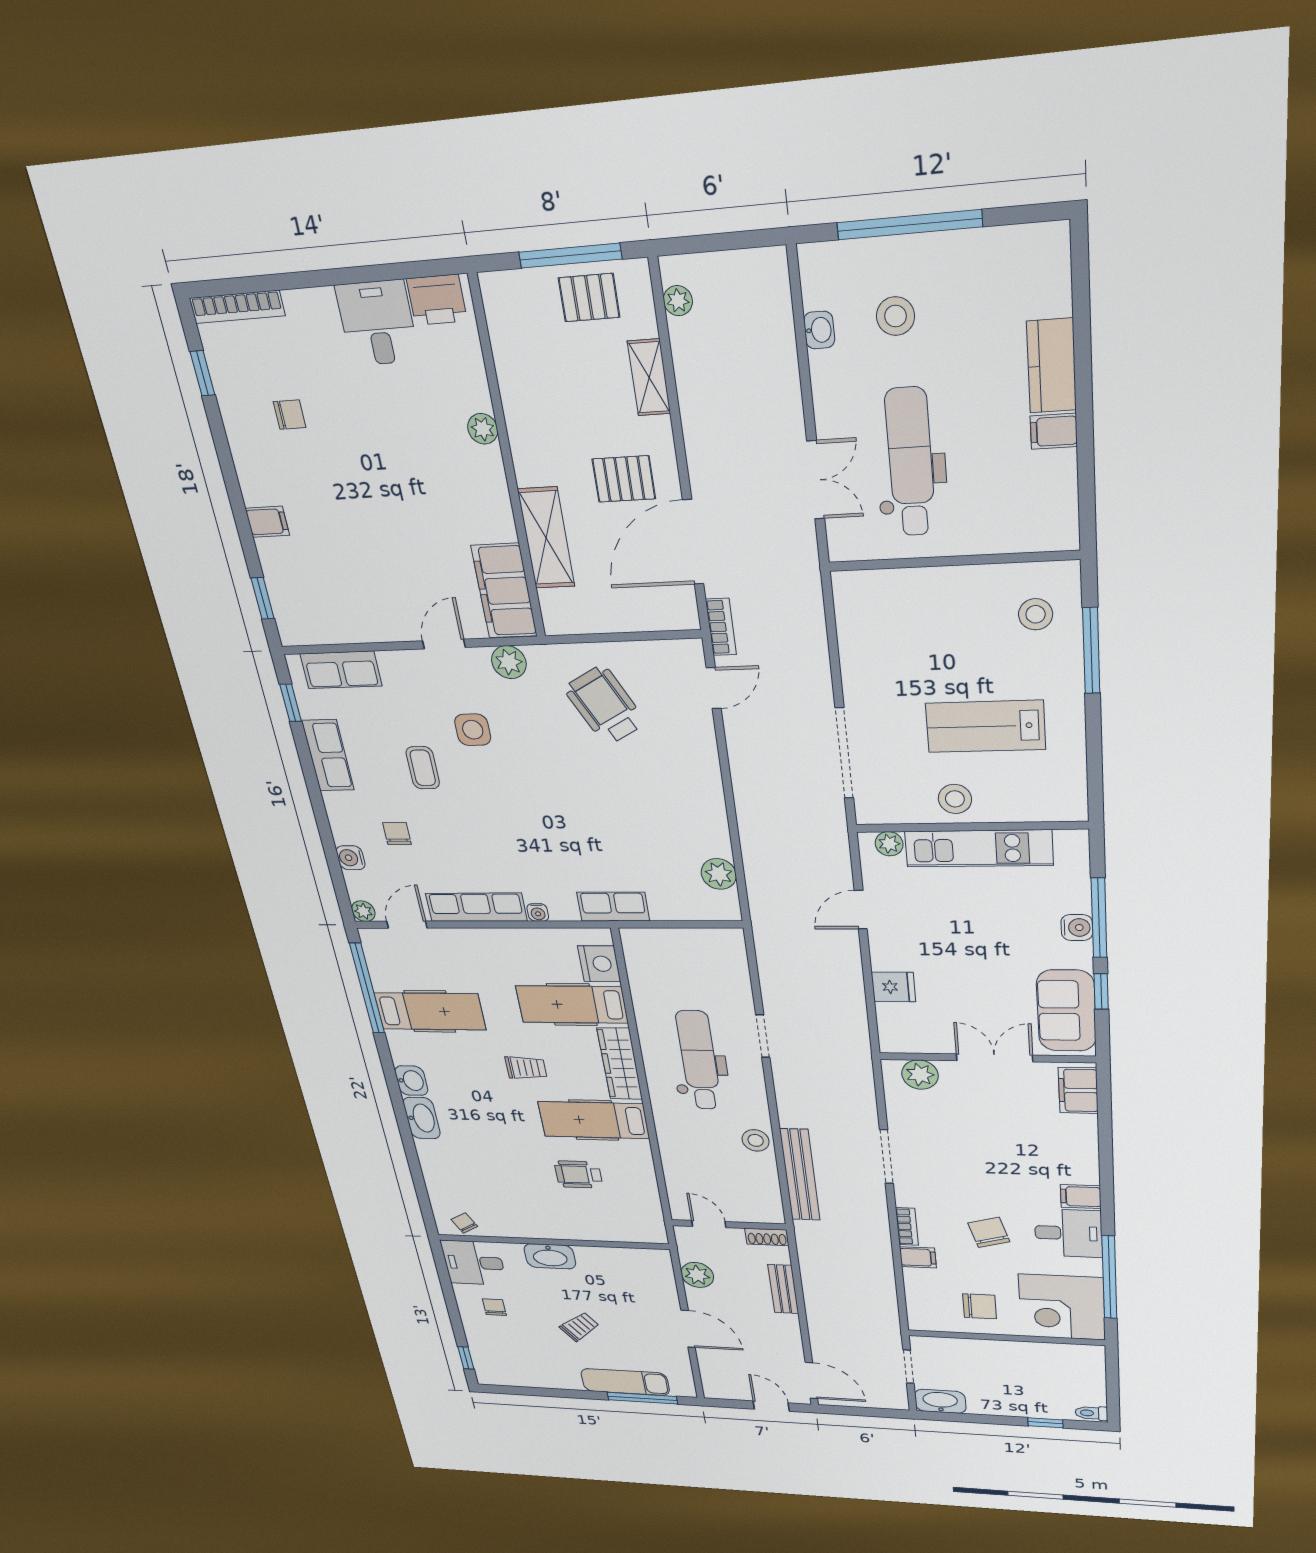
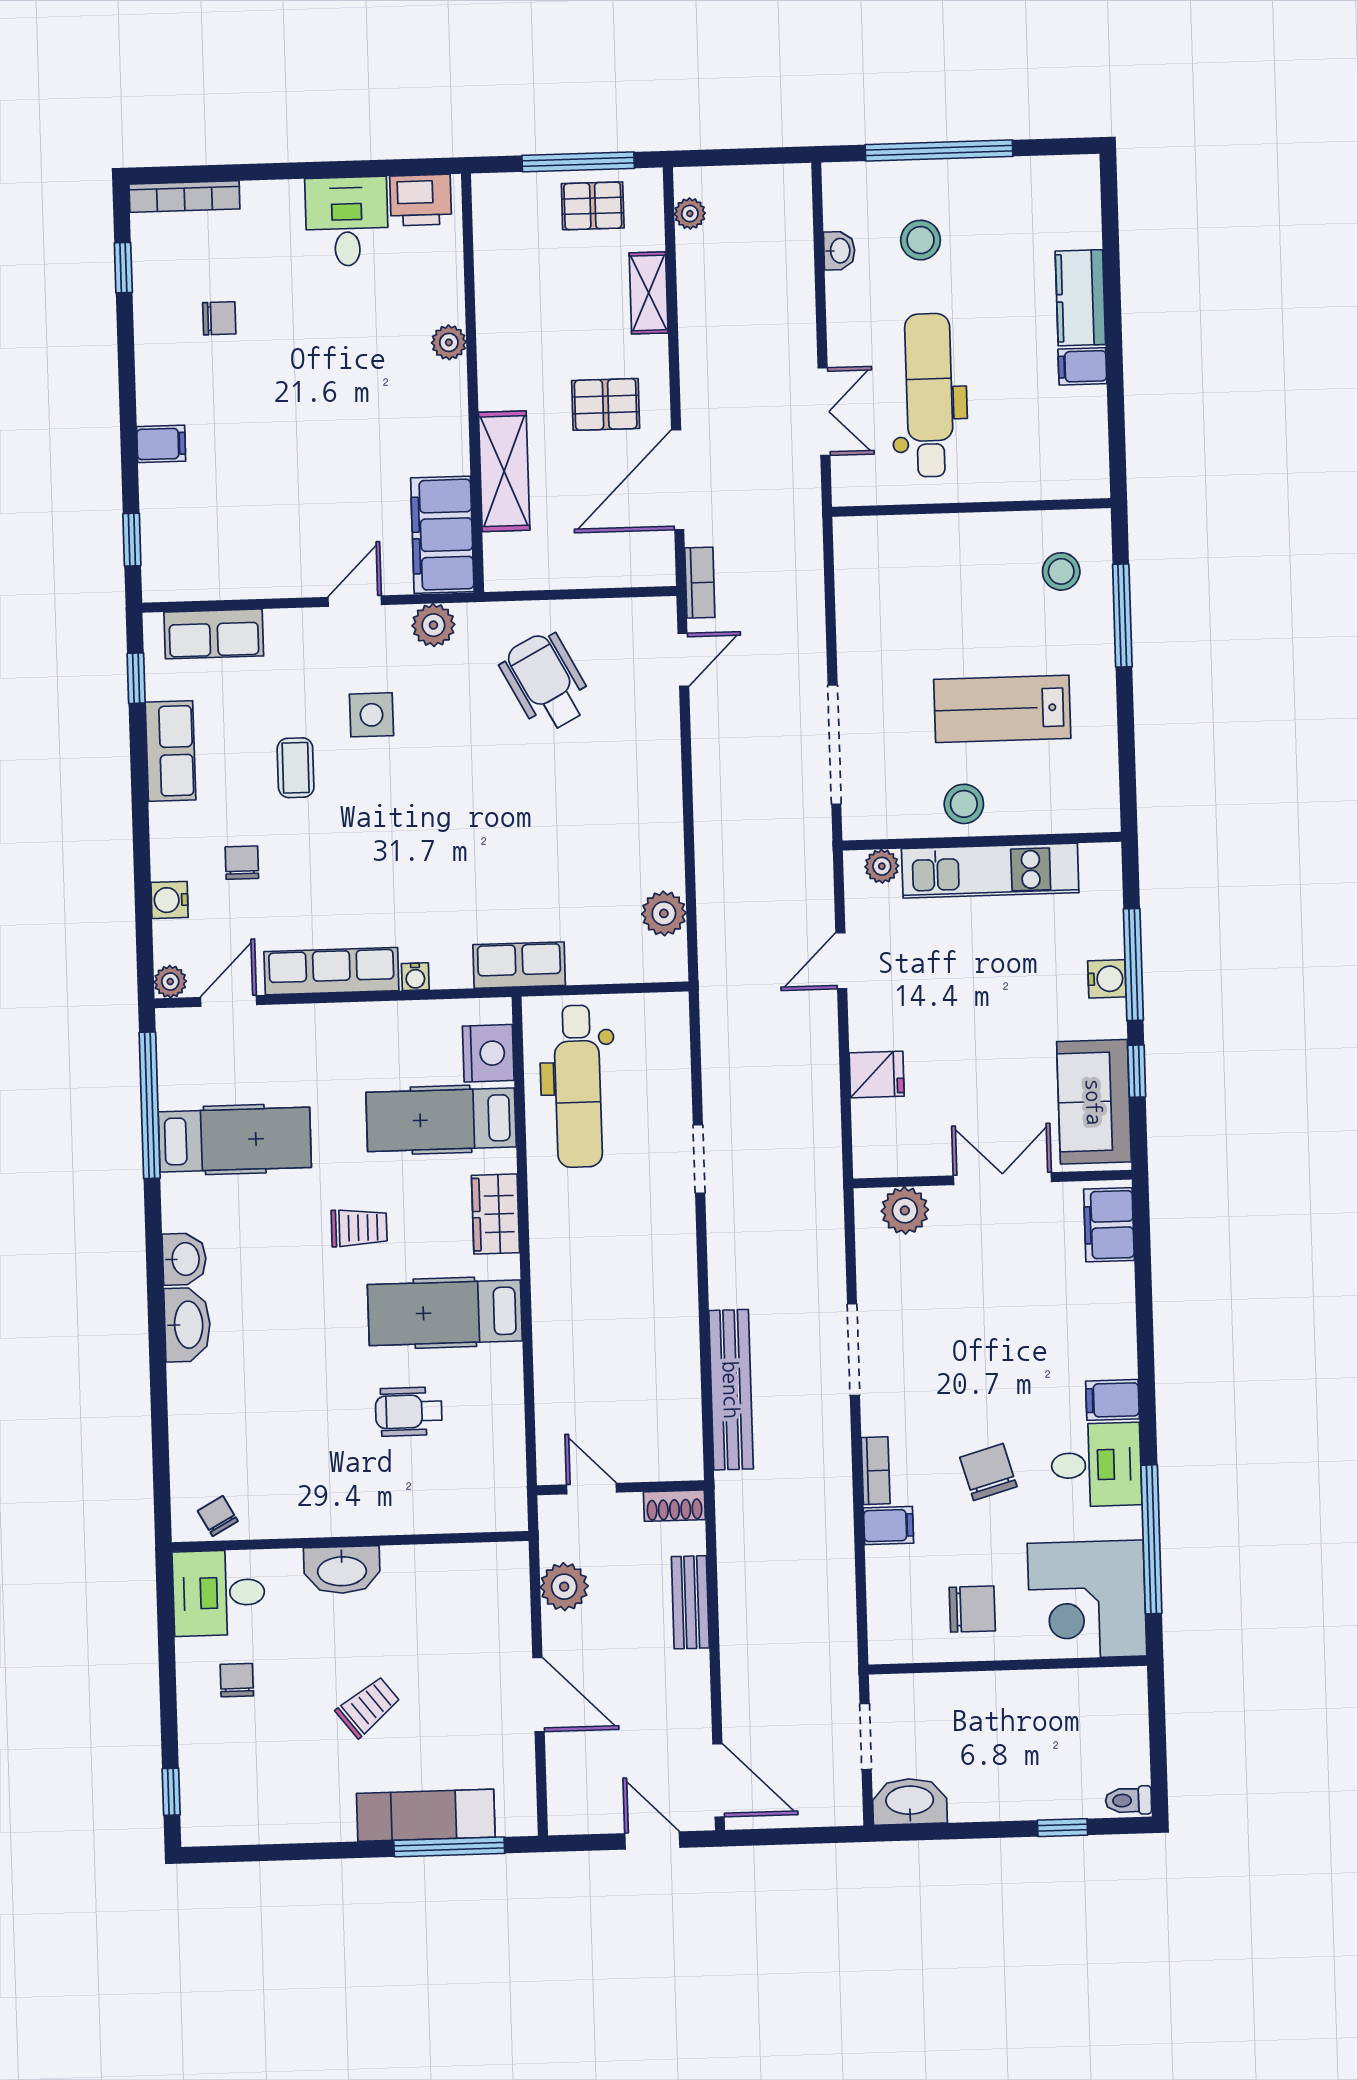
dental chair: (699, 1060) -> (578, 1086), moved, turned 180
wardrobe: (620, 1064) -> (496, 1214), width x0.67
stool: (756, 1140) -> (674, 1334), removed

